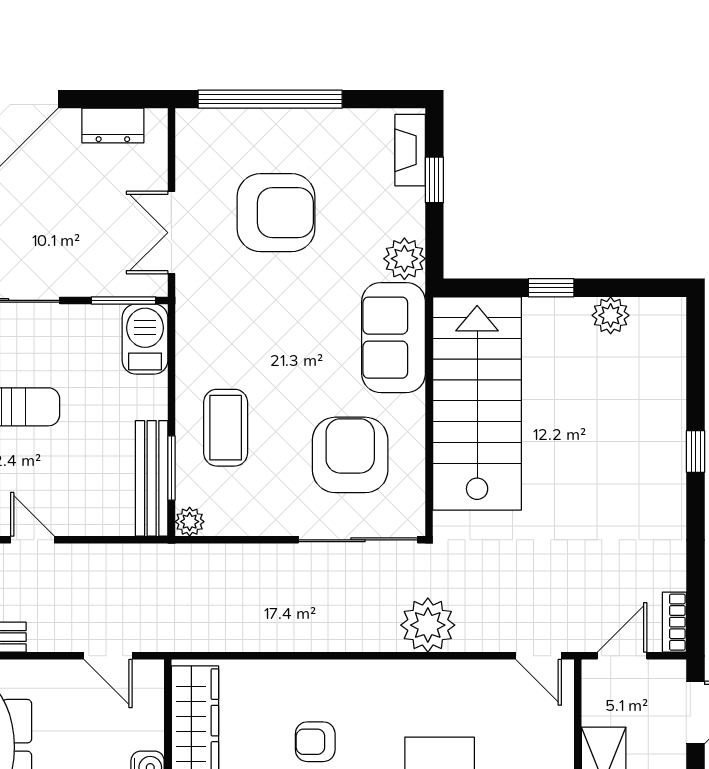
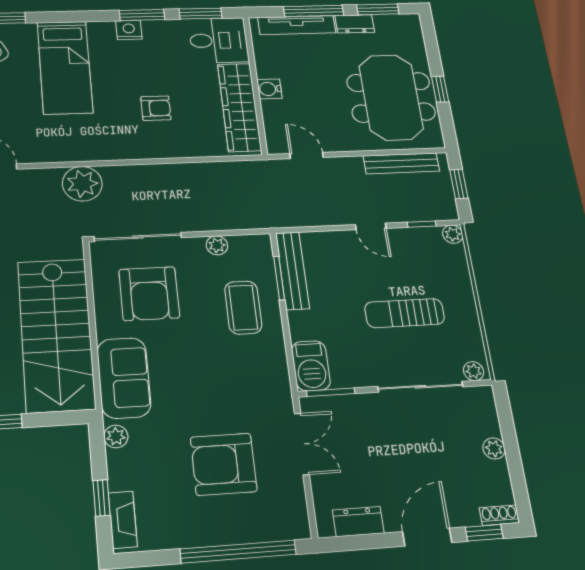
plant: (404, 259) -> (116, 437), width x0.73, depth x0.73
plant: (190, 522) -> (217, 245), moved

